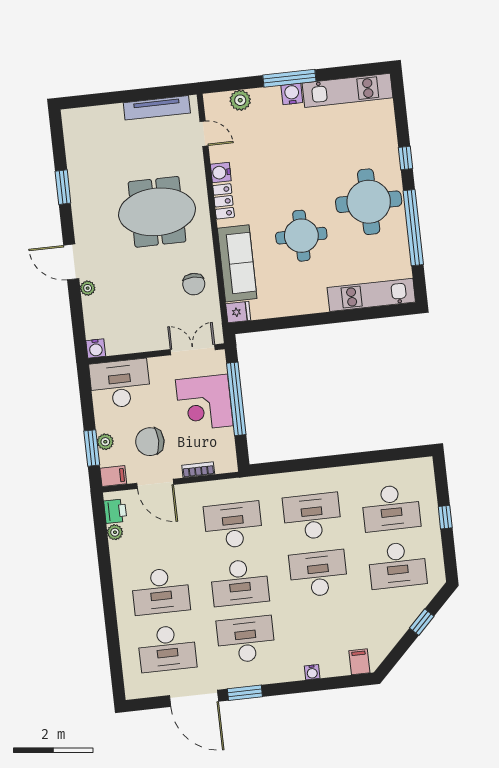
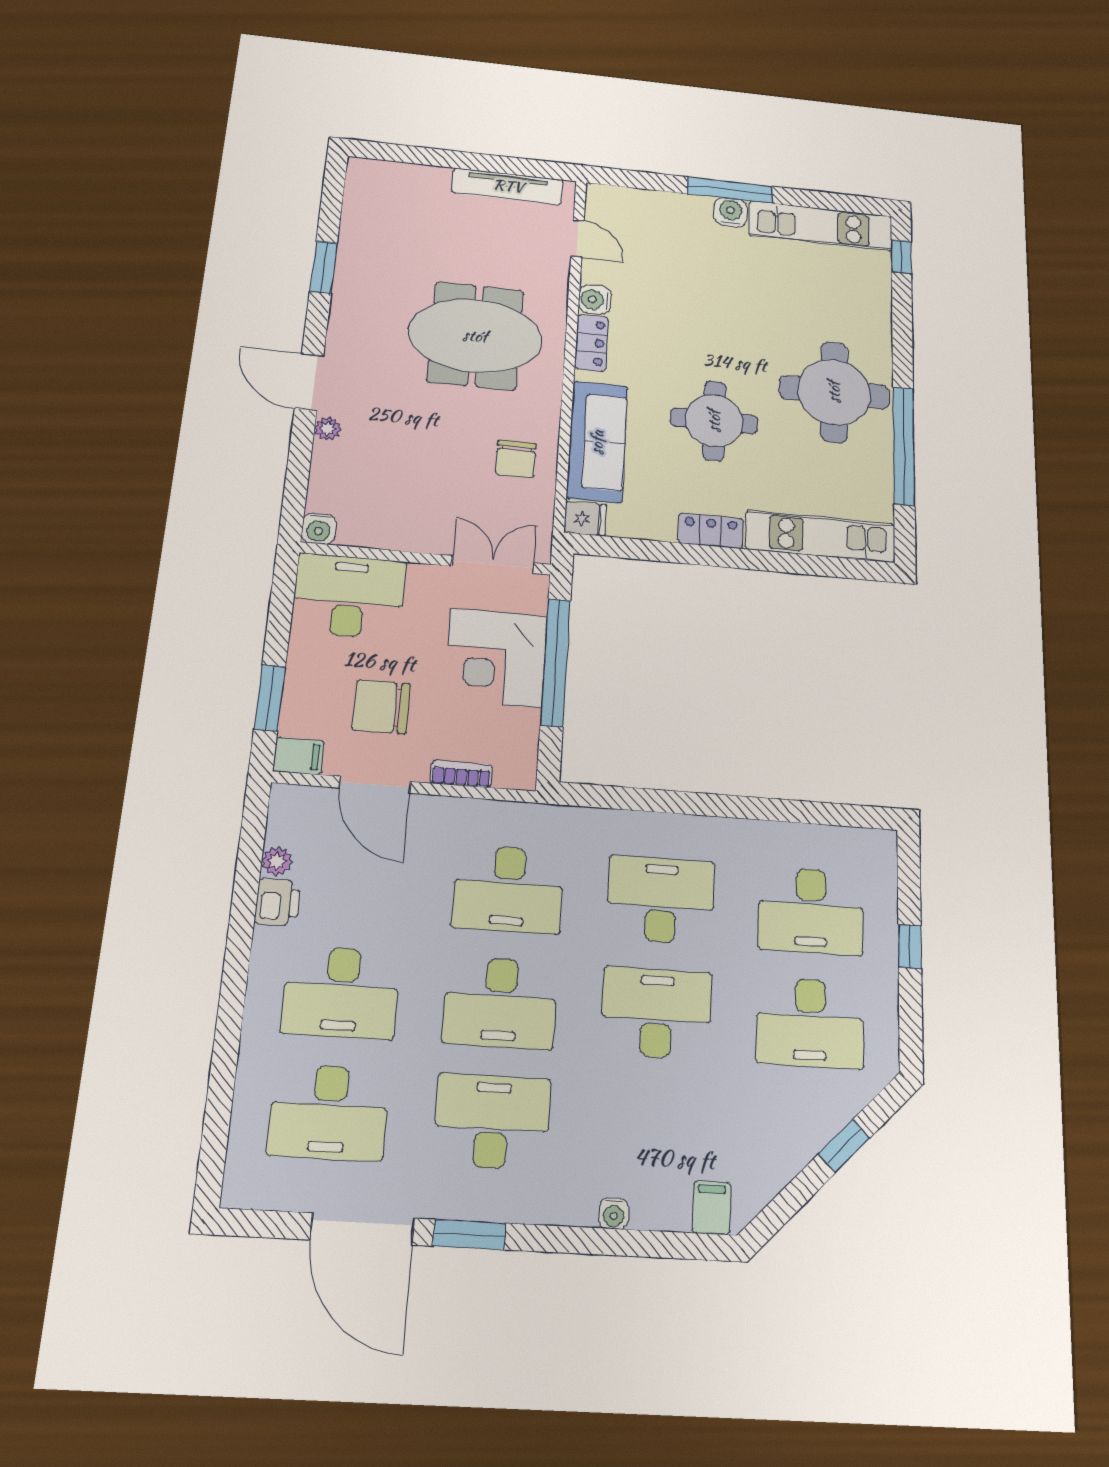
plant: (240, 100) -> (646, 204), removed
window: (406, 158) -> (901, 257), moved
locker: (309, 305) -> (711, 531), added
plant: (105, 442) -> (298, 691), removed
printer: (115, 511) -> (277, 902), moved
desk: (233, 525) -> (508, 889), turned 180

